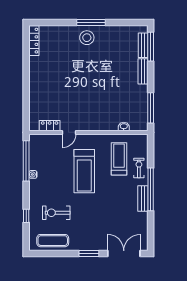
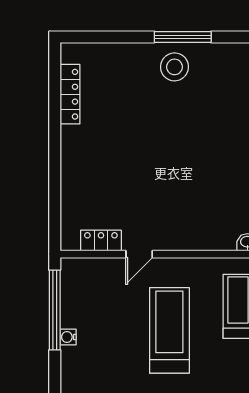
locker: (34, 41) -> (70, 94), moved
treadmill: (84, 171) -> (169, 330), turned 180

